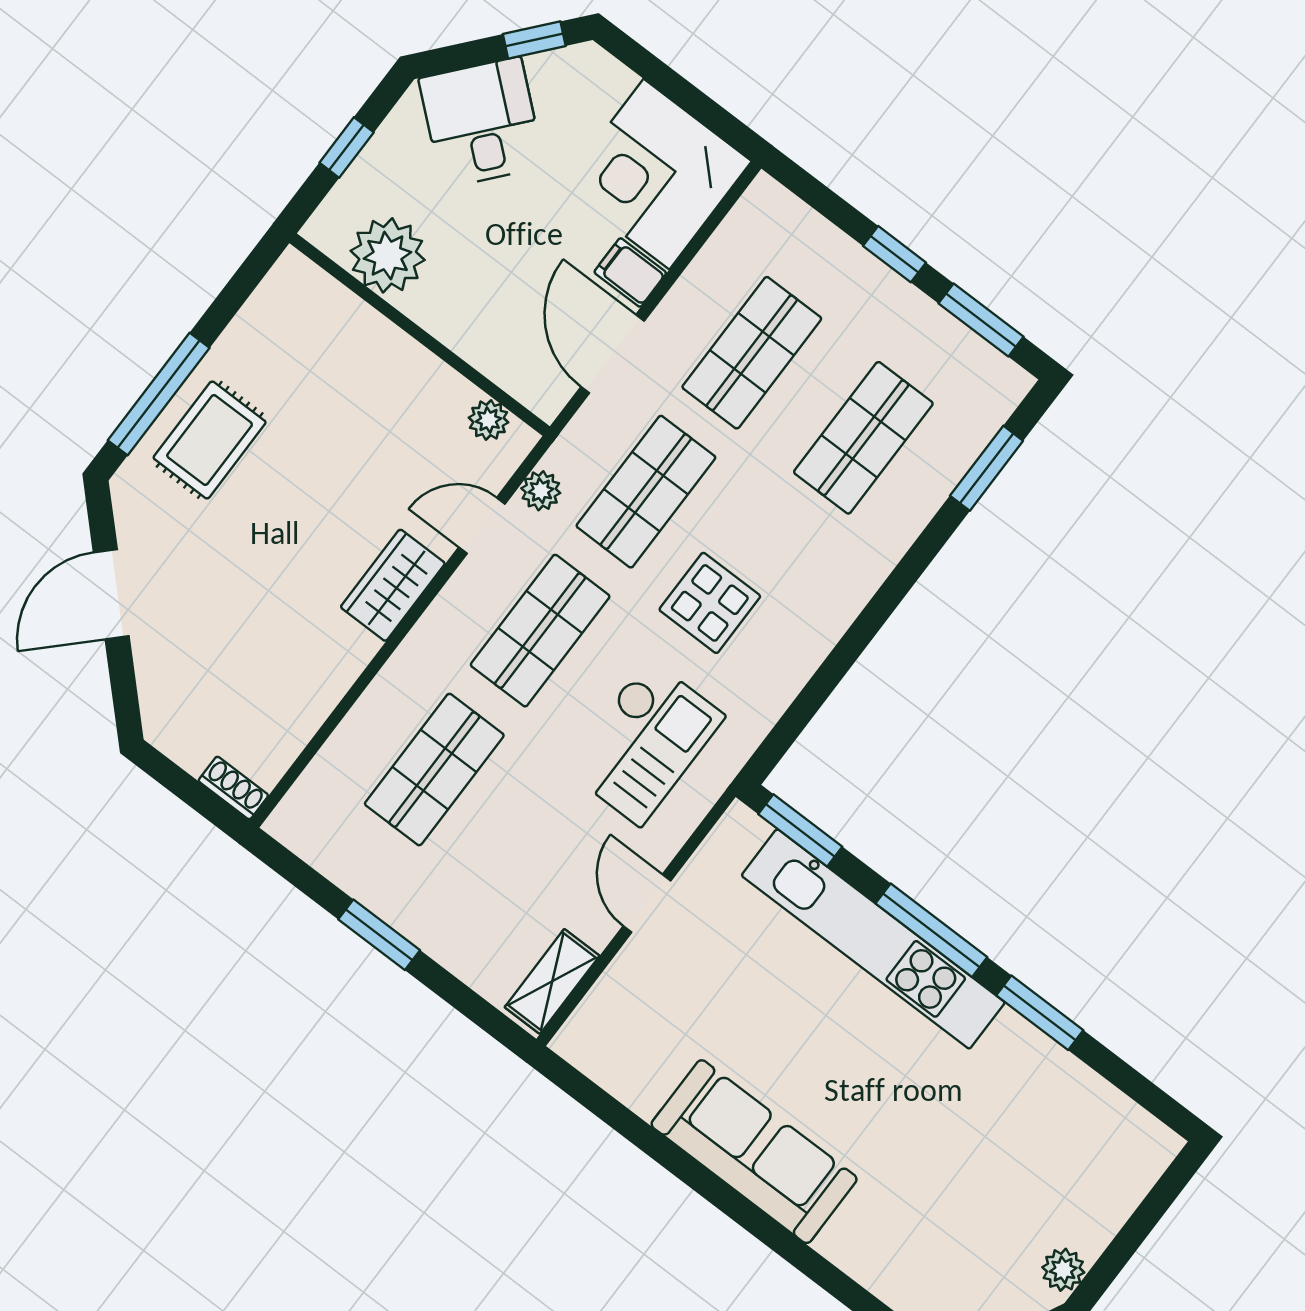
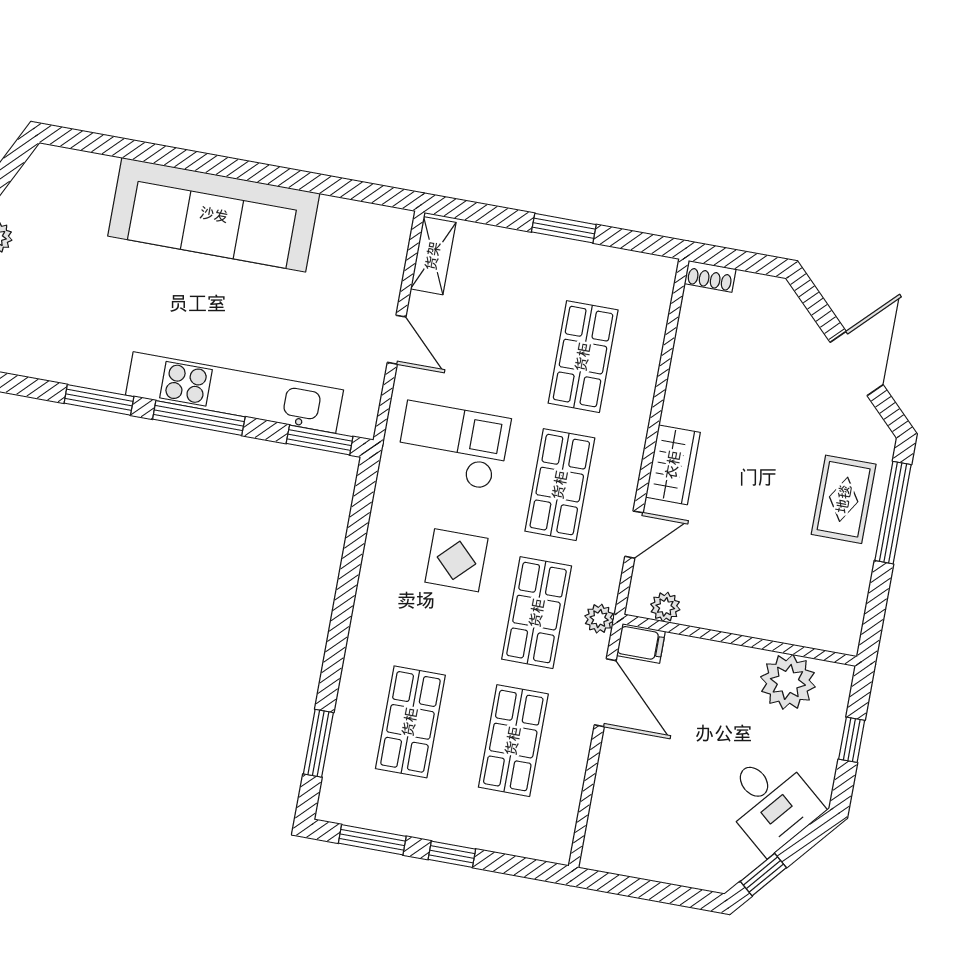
corner desk: (656, 174) -> (637, 827), removed
filing cabinet: (630, 272) -> (641, 643), moved
plant: (541, 491) -> (599, 619), moved
checkout: (644, 742) -> (453, 446), turned 90
sofa: (754, 1152) -> (214, 215), width x1.36, depth x1.27

